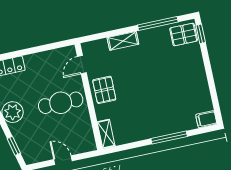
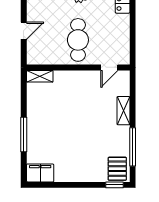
door: (82, 65) -> (109, 67), swing flipped
pallet: (104, 90) -> (81, 83), removed
filing cabinet: (206, 119) -> (40, 173), width x2.00

